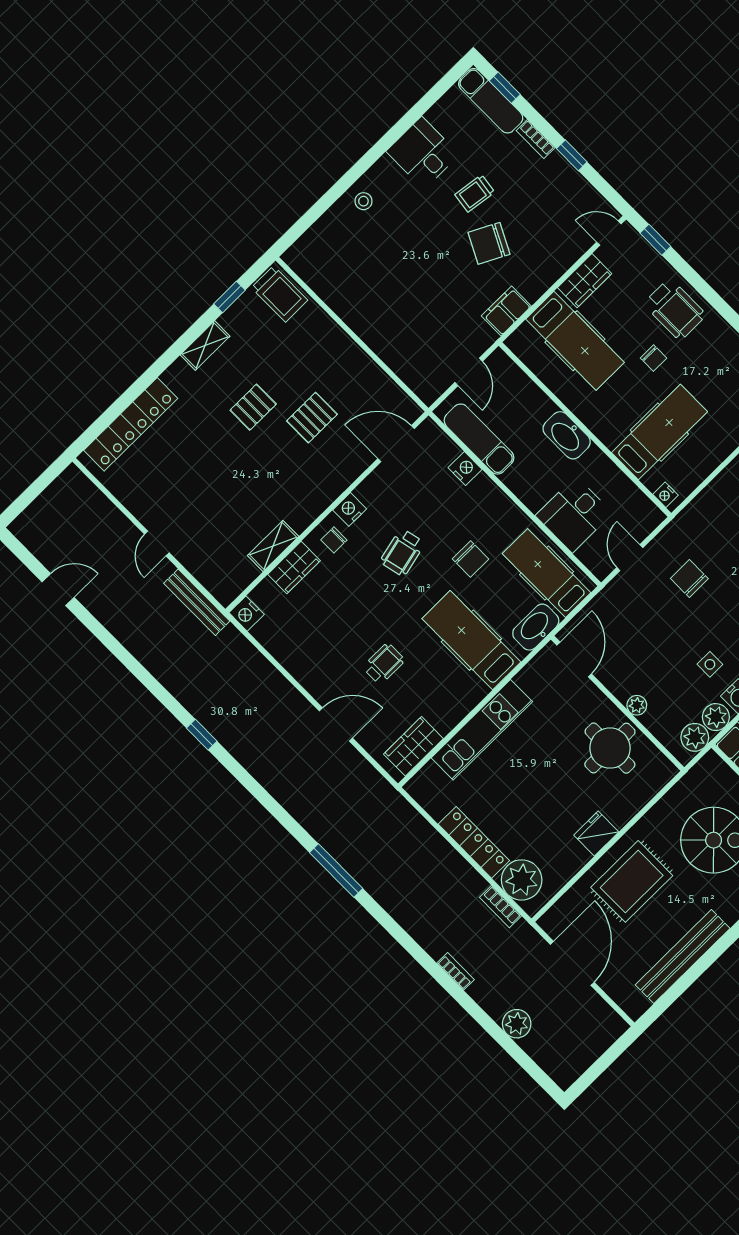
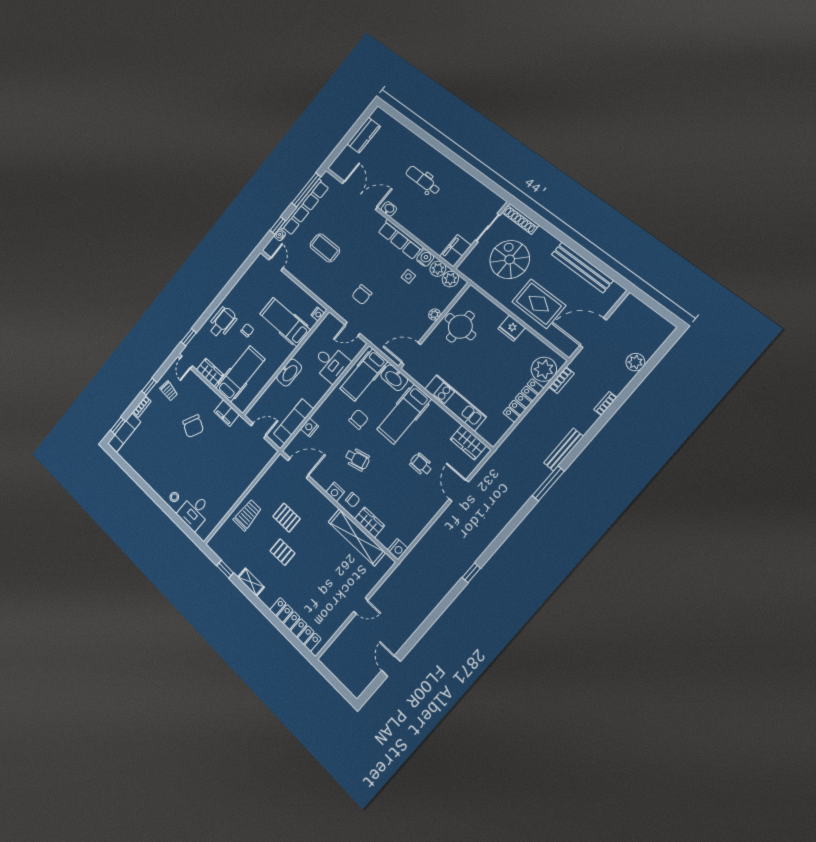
desk: (423, 153) -> (195, 512), moved
trolley: (475, 193) -> (169, 391), moved
trolley: (280, 294) -> (247, 515), moved
door: (396, 444) -> (298, 468), swing flipped
shelving: (273, 546) -> (357, 537), width x2.20, depth x1.33
bench: (197, 602) -> (564, 450), moved

